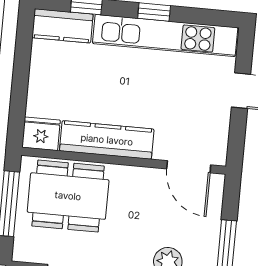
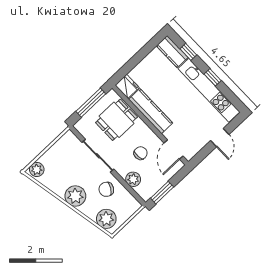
dining table: (68, 196) -> (116, 120), width x0.73
chair: (145, 214) -> (141, 153), added

